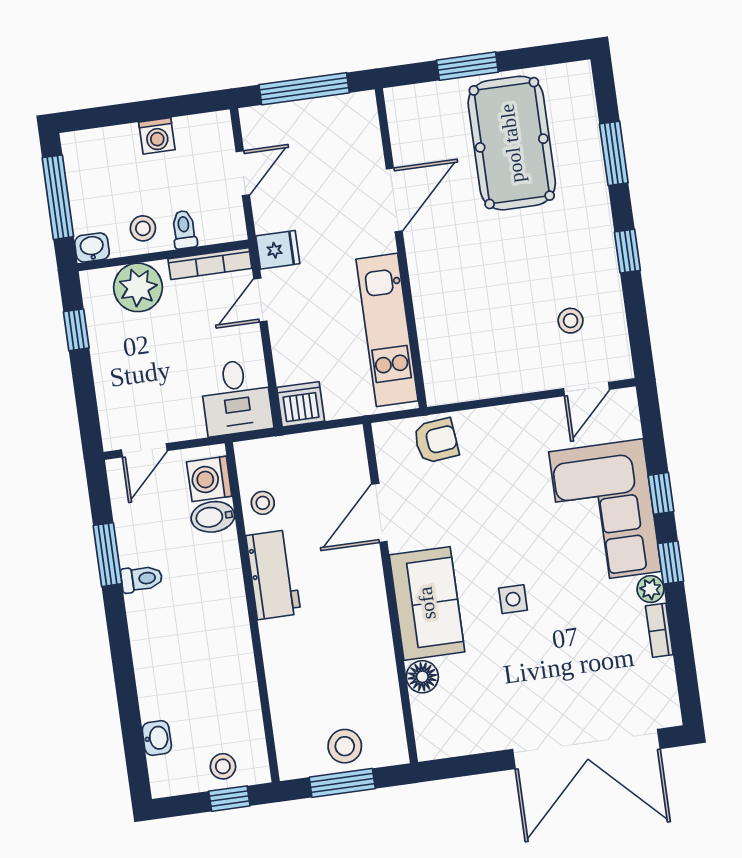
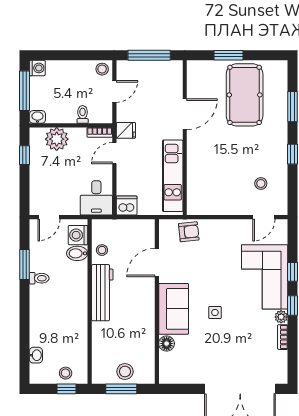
washing machine: (157, 136) -> (37, 68), moved, turned -90
stool: (143, 228) -> (102, 69), moved
bookcase: (210, 264) -> (100, 132), width x0.64
workbench: (273, 575) -> (102, 293), width x1.38

